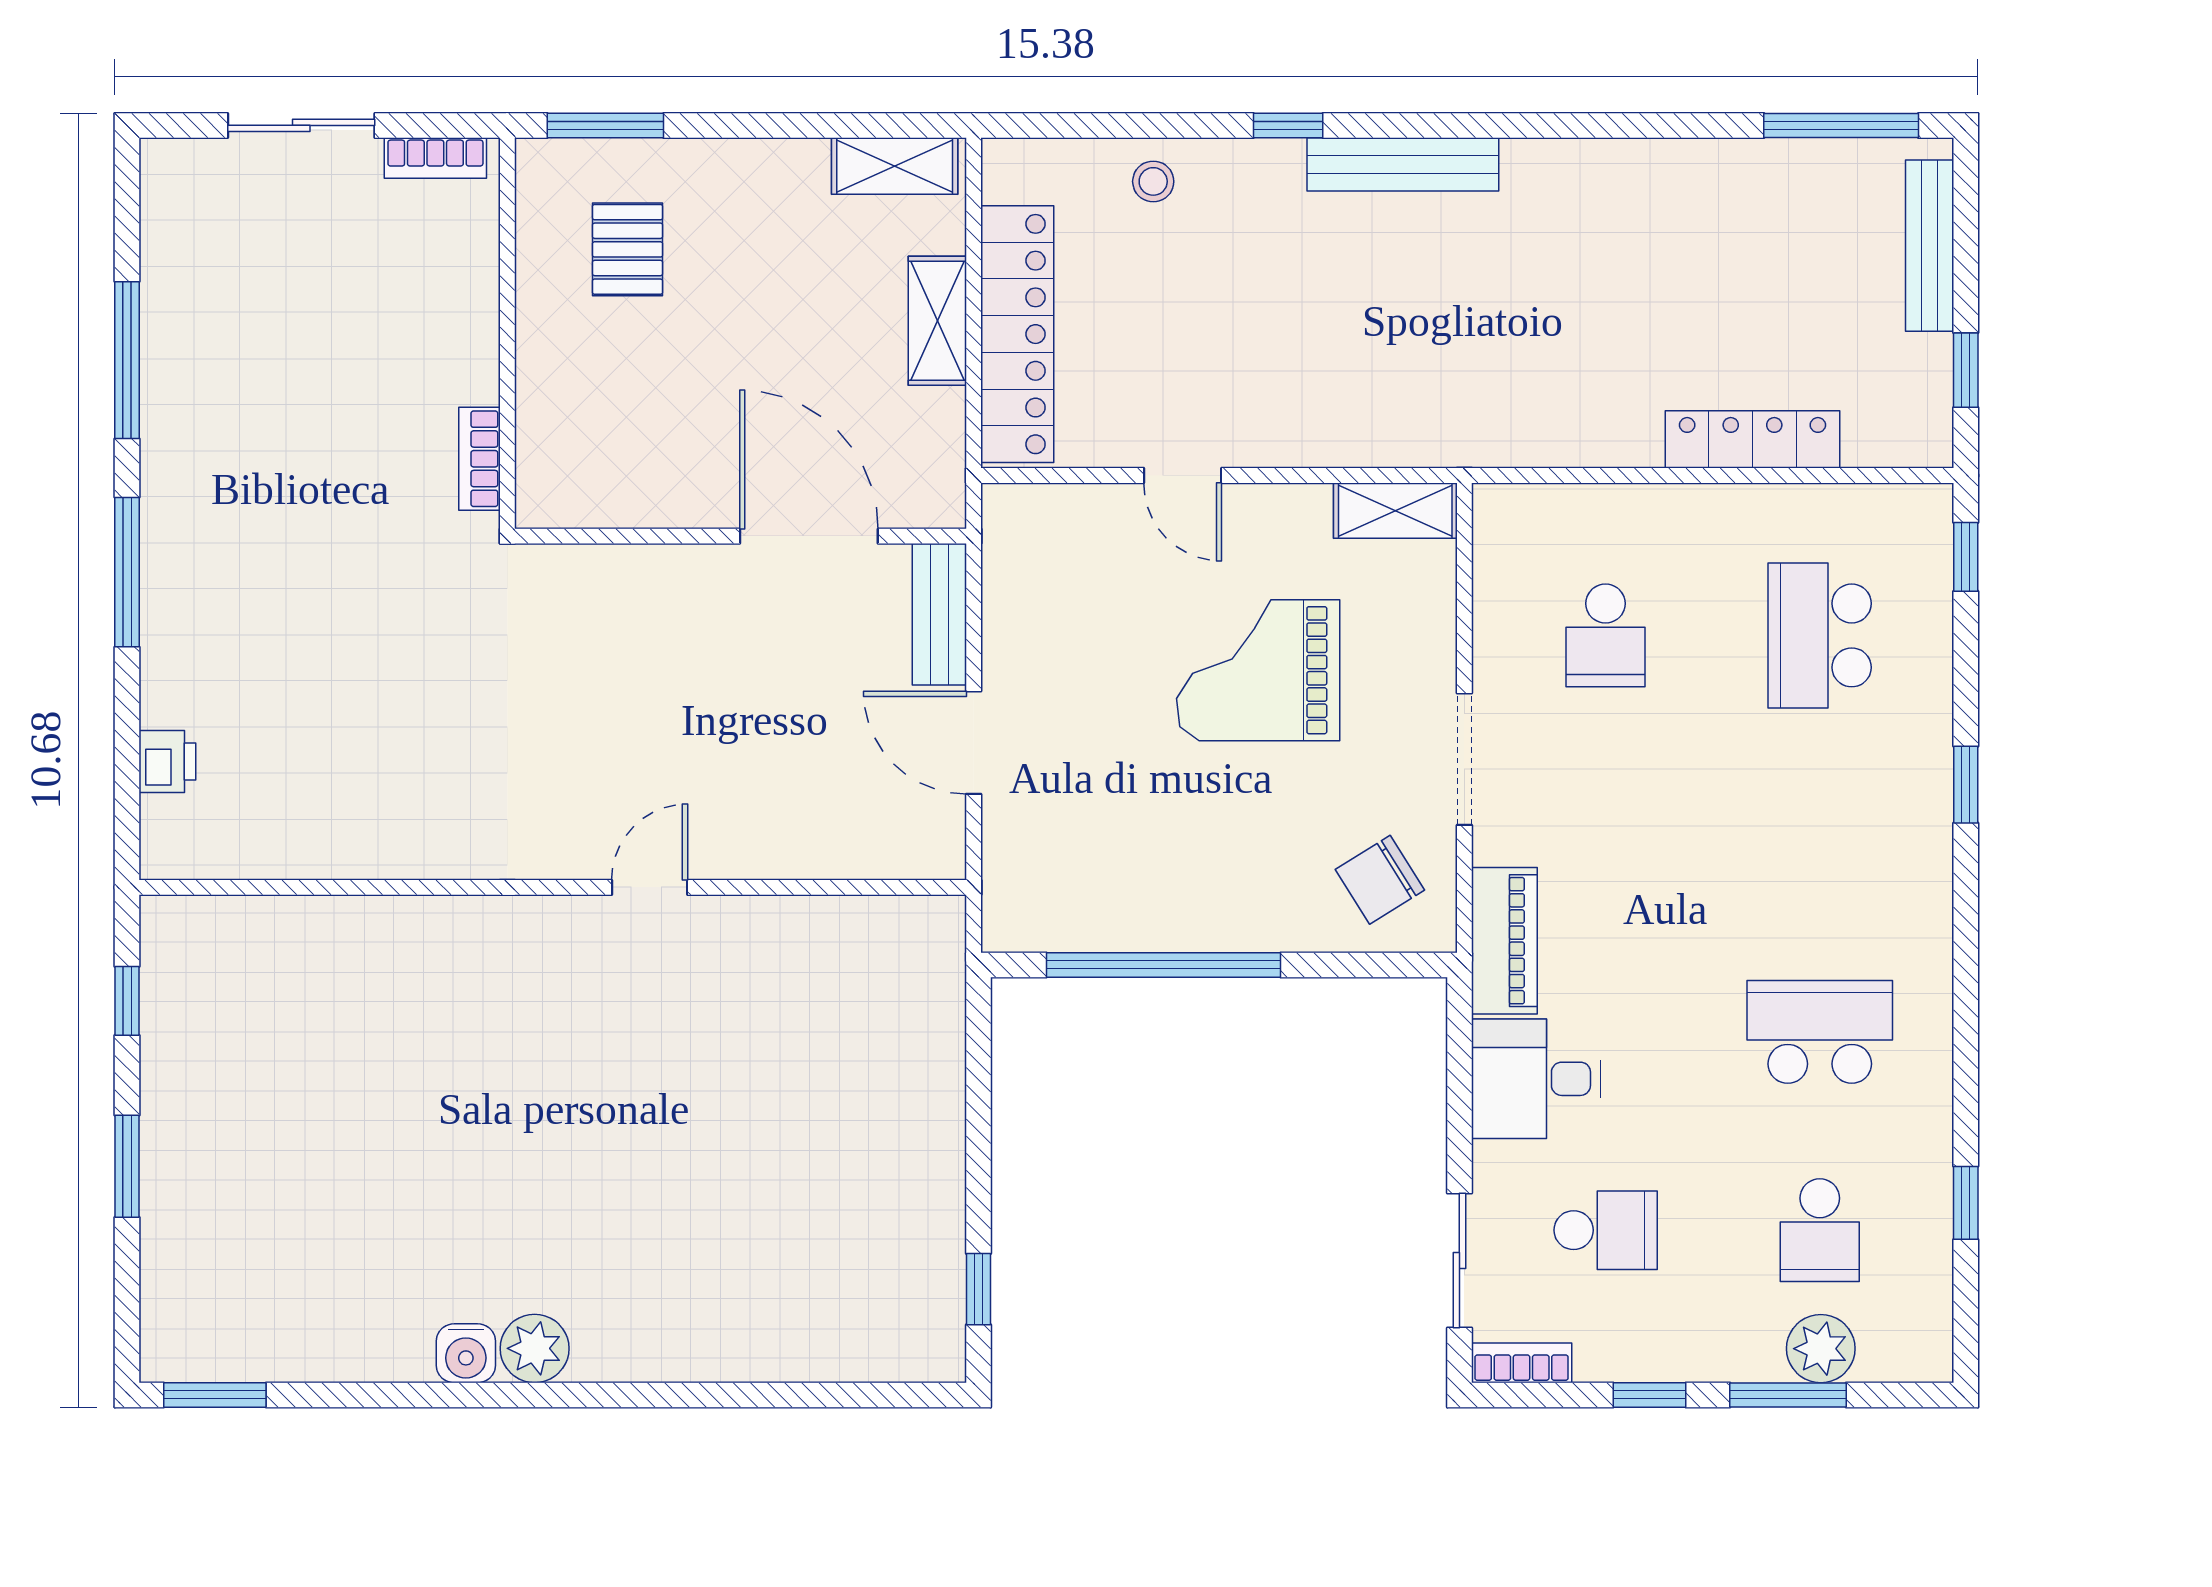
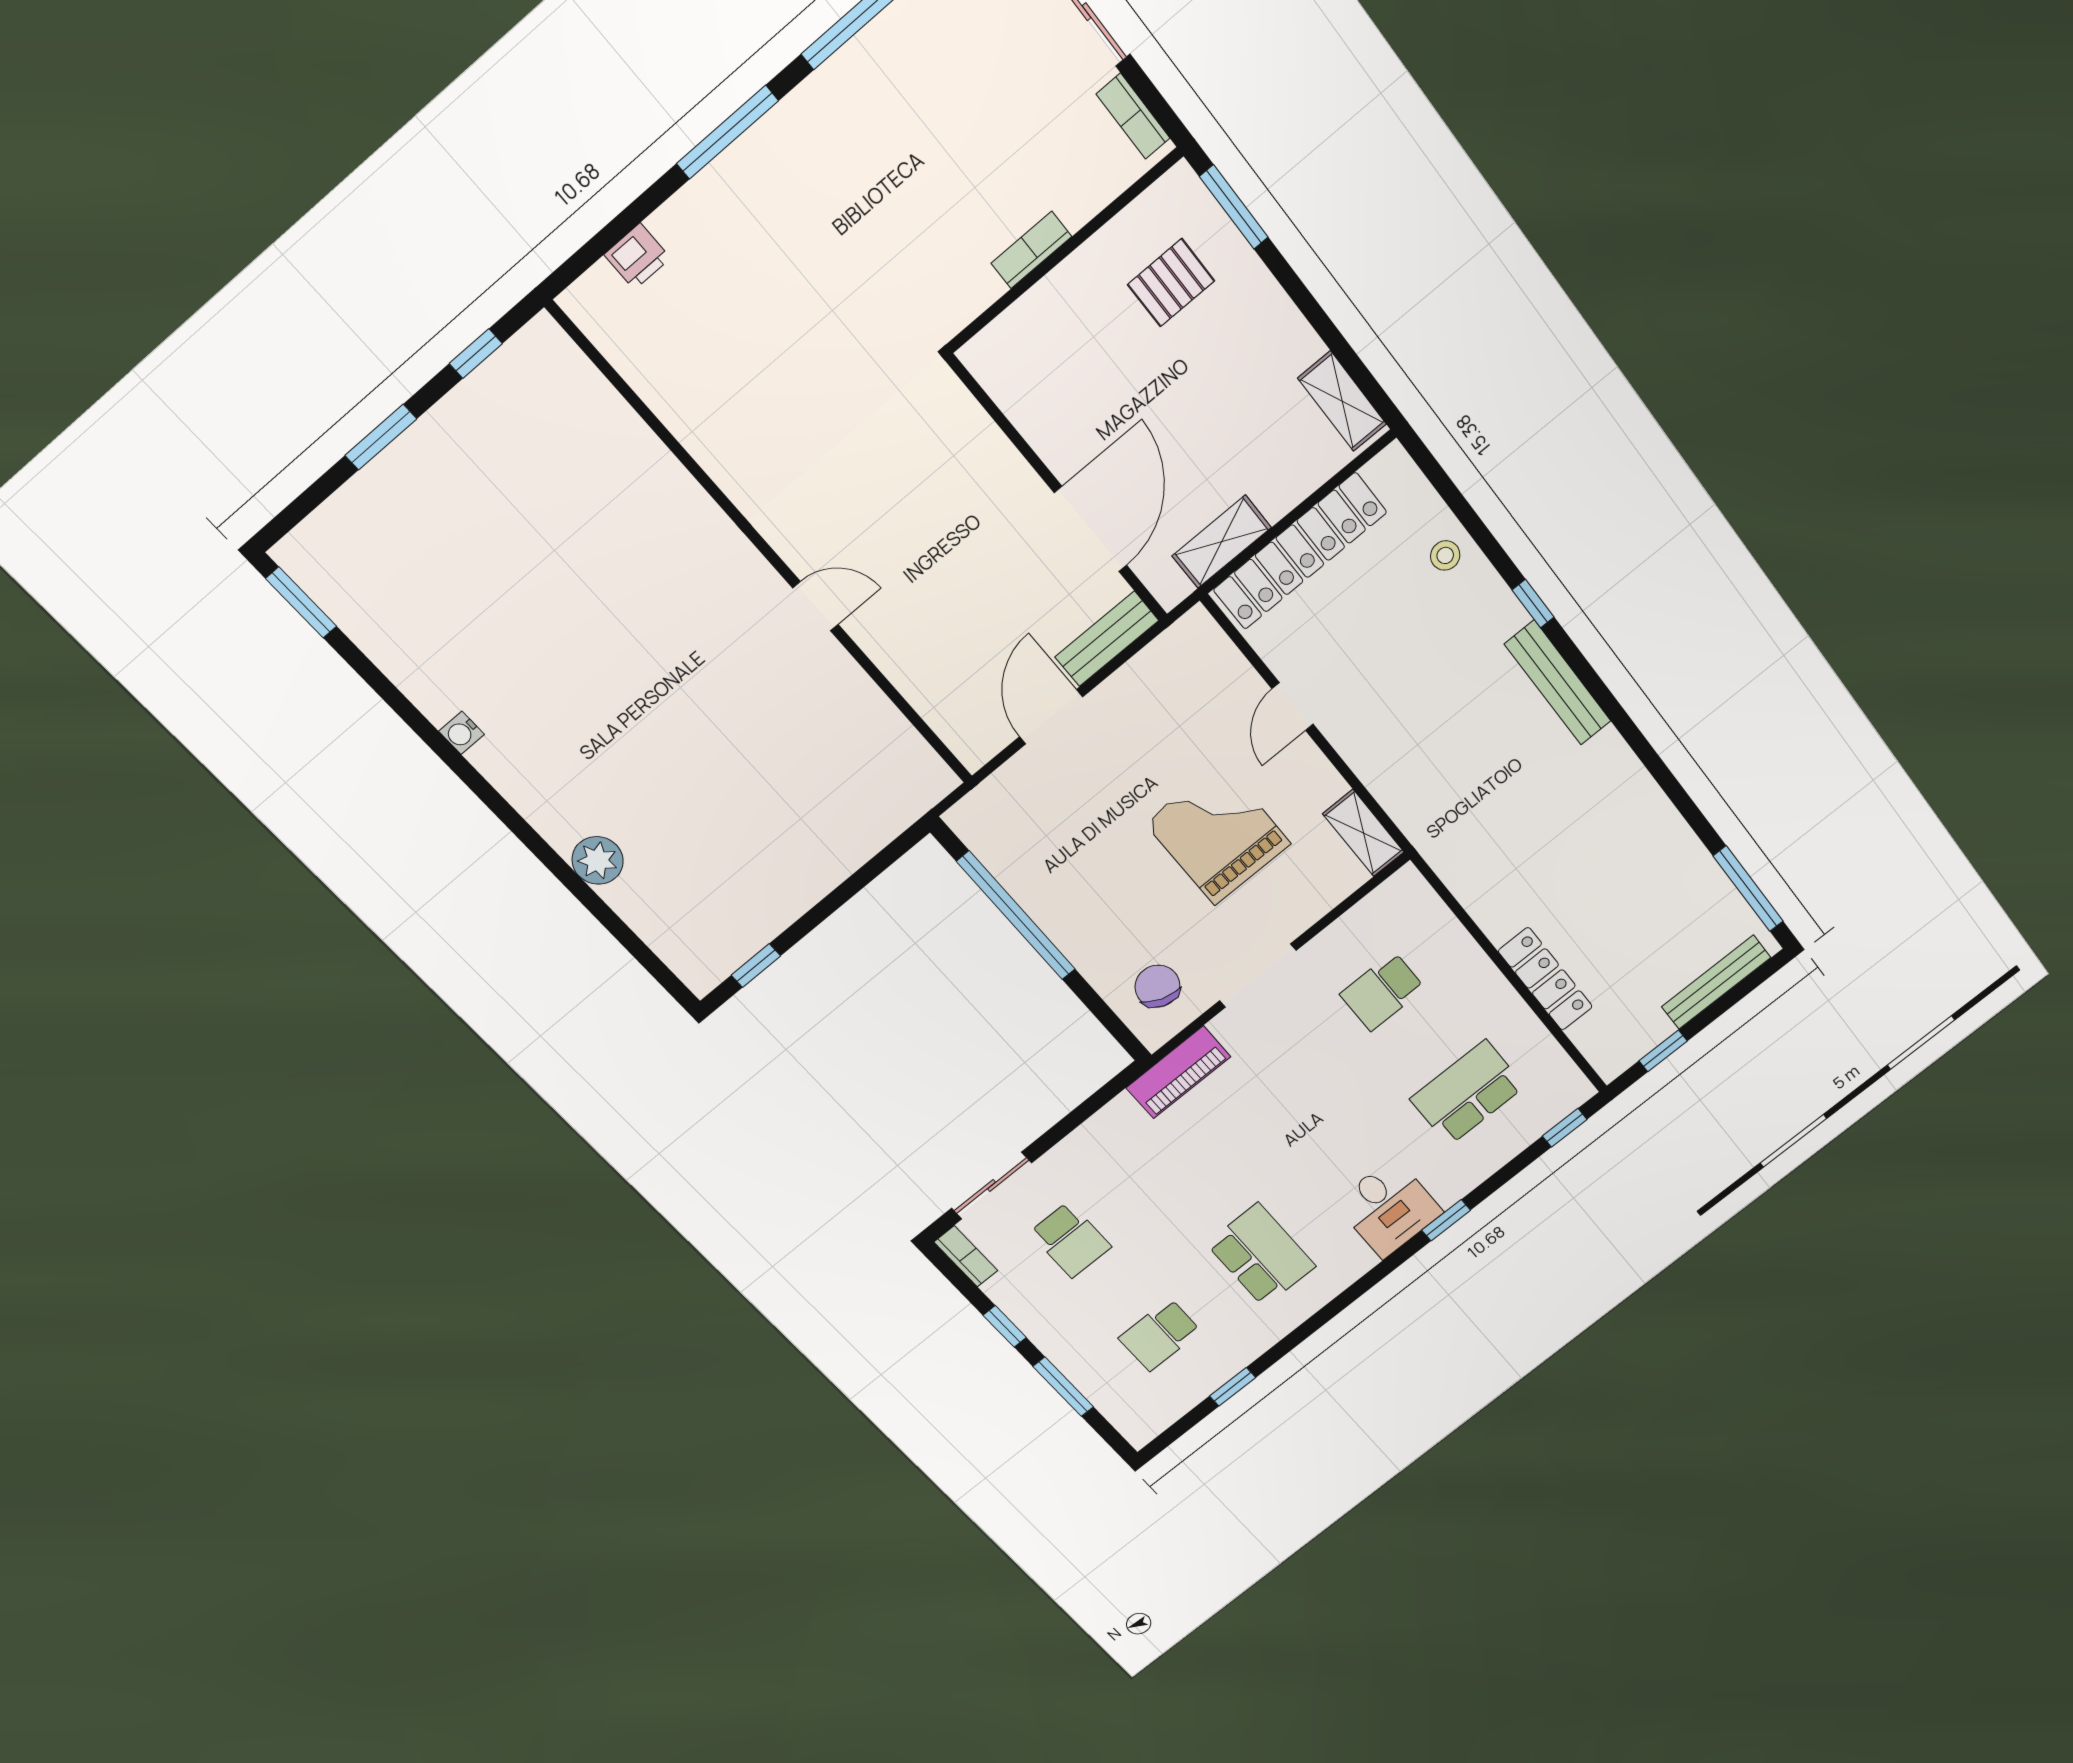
shelving: (937, 321) -> (1222, 542), moved
bookcase: (479, 459) -> (1031, 250), moved
chair: (1380, 880) -> (1157, 986), turned 52
desk: (1536, 1079) -> (1389, 1208), moved, turned 180
plant: (535, 1348) -> (598, 860), moved
plant: (1821, 1349) -> (1100, 1382), removed
water cooler: (466, 1353) -> (462, 733), width x0.72, depth x0.72

